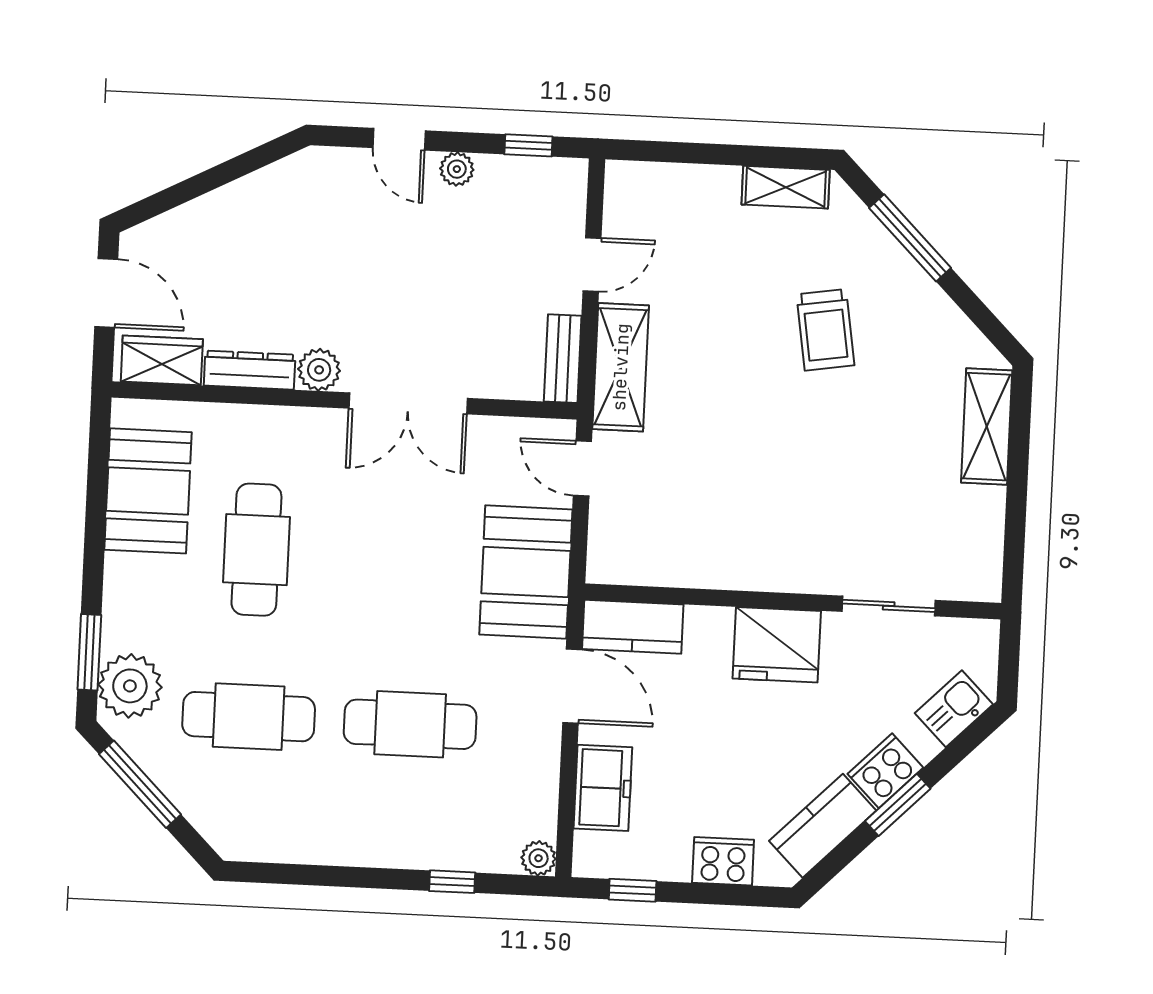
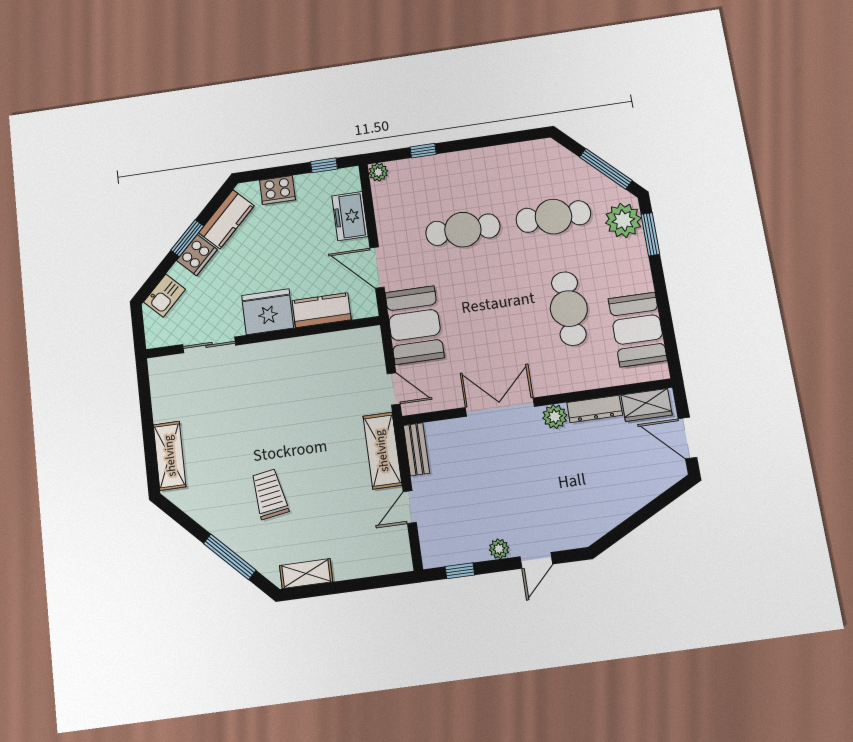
door: (399, 139) -> (536, 560), swing flipped
kitchen counter: (633, 627) -> (322, 310), moved

